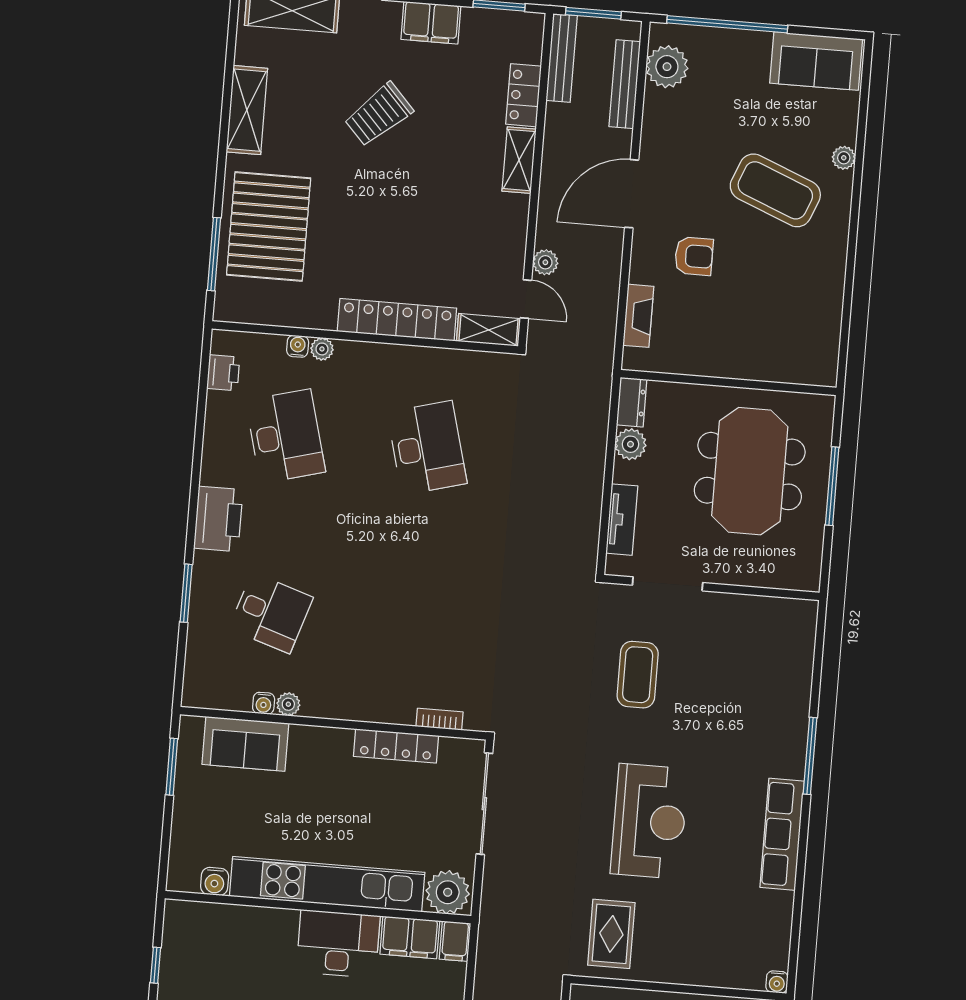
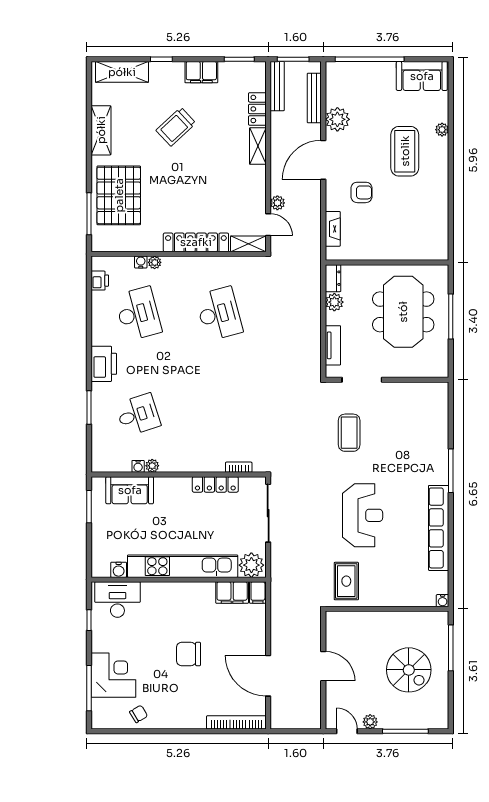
plant: (667, 67) -> (337, 119), moved
coffee table: (775, 190) -> (405, 151), turned 68
desk: (271, 613) -> (138, 415), turned -36
row of seats: (782, 834) -> (439, 528), width x1.36
desk: (338, 944) -> (117, 599), moved

